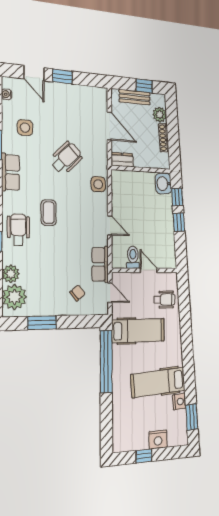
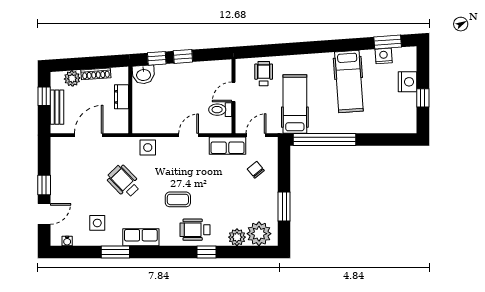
dresser: (122, 160) -> (122, 97), moved
nightstand: (179, 402) -> (384, 56), moved

